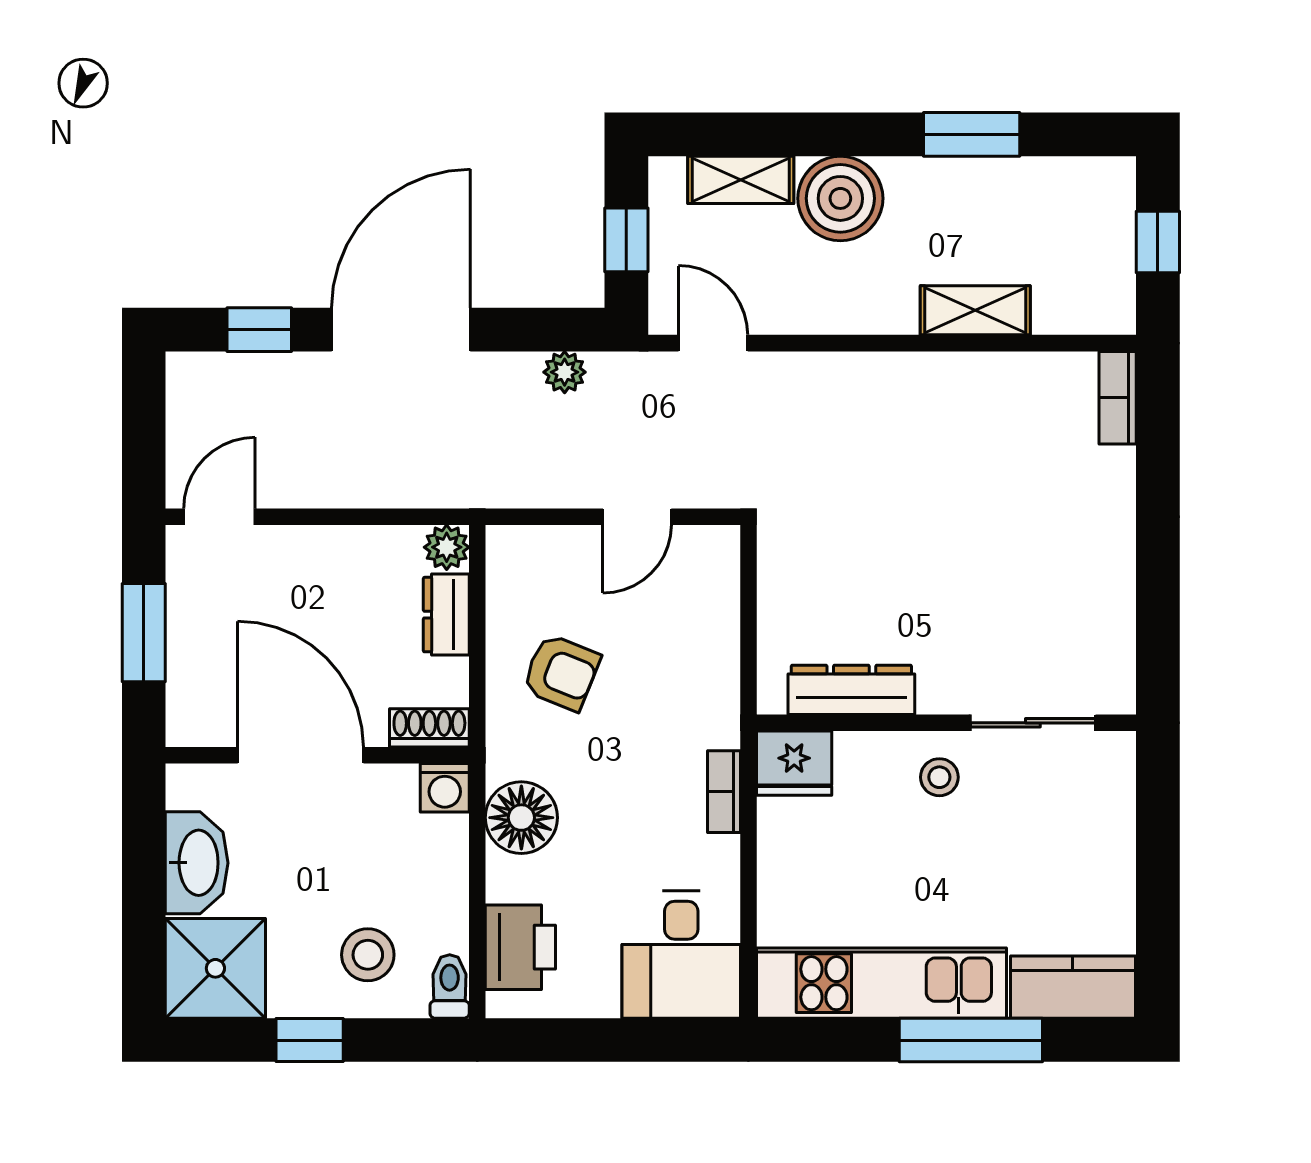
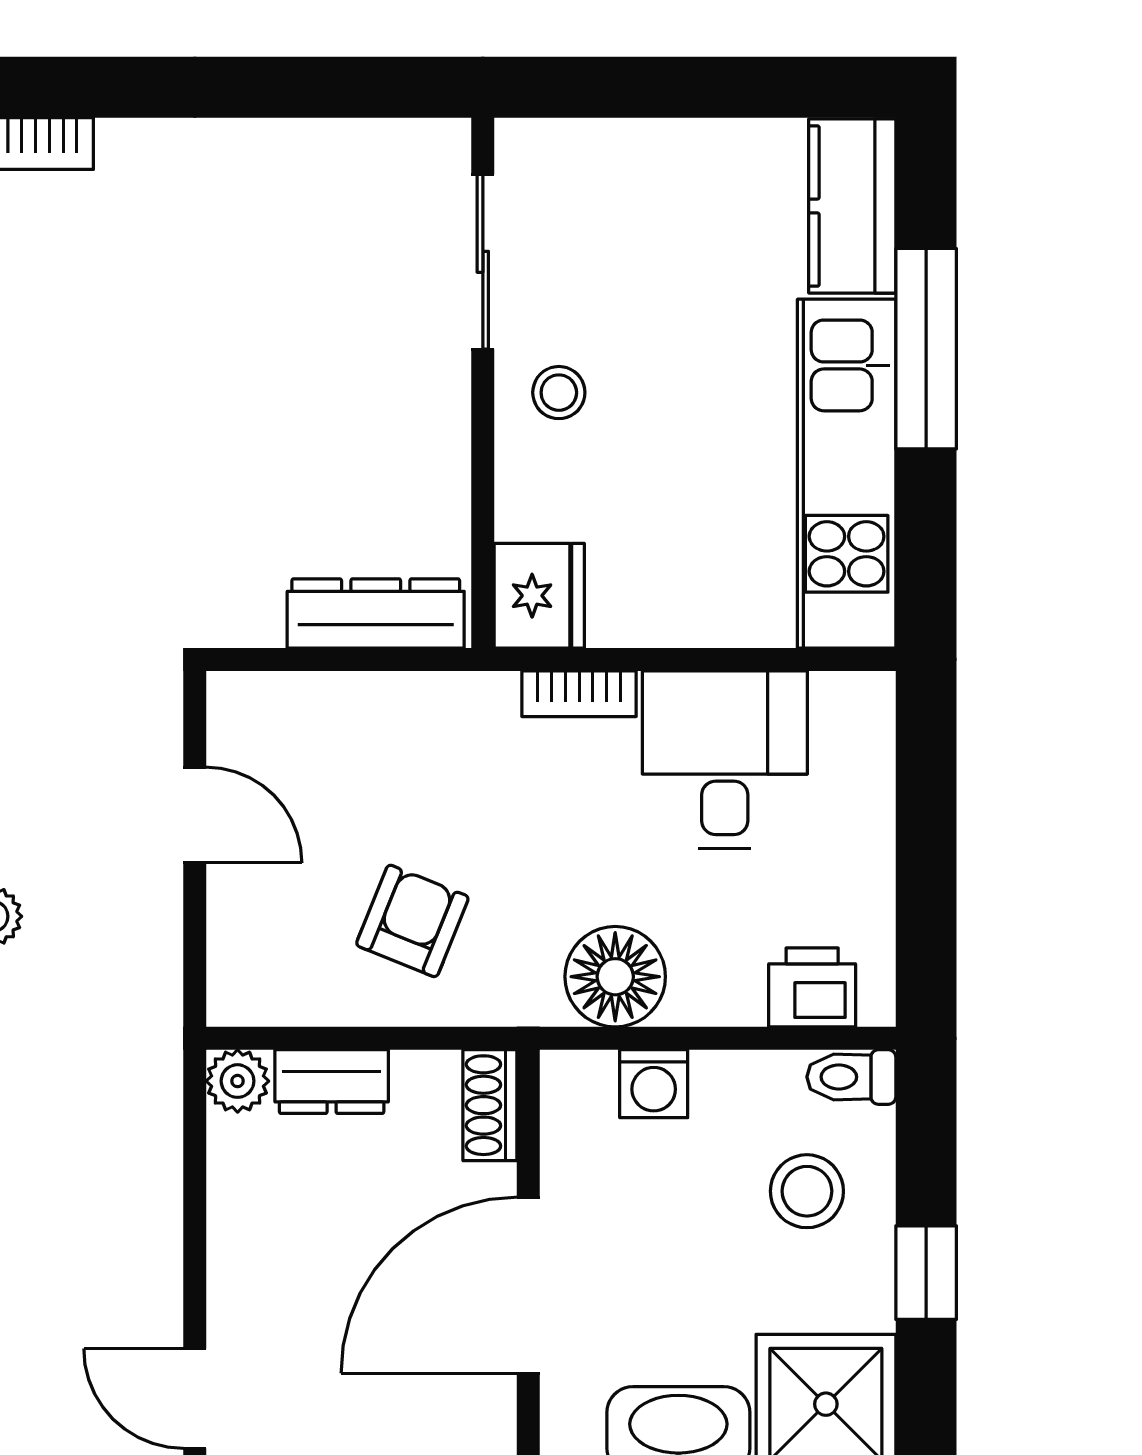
dresser: (851, 690) -> (376, 613), moved, turned 90
washing machine: (445, 788) -> (654, 1084), moved, turned 90
printer: (520, 947) -> (812, 987), width x0.73, depth x0.81
desk: (681, 955) -> (725, 760), moved, turned -90

